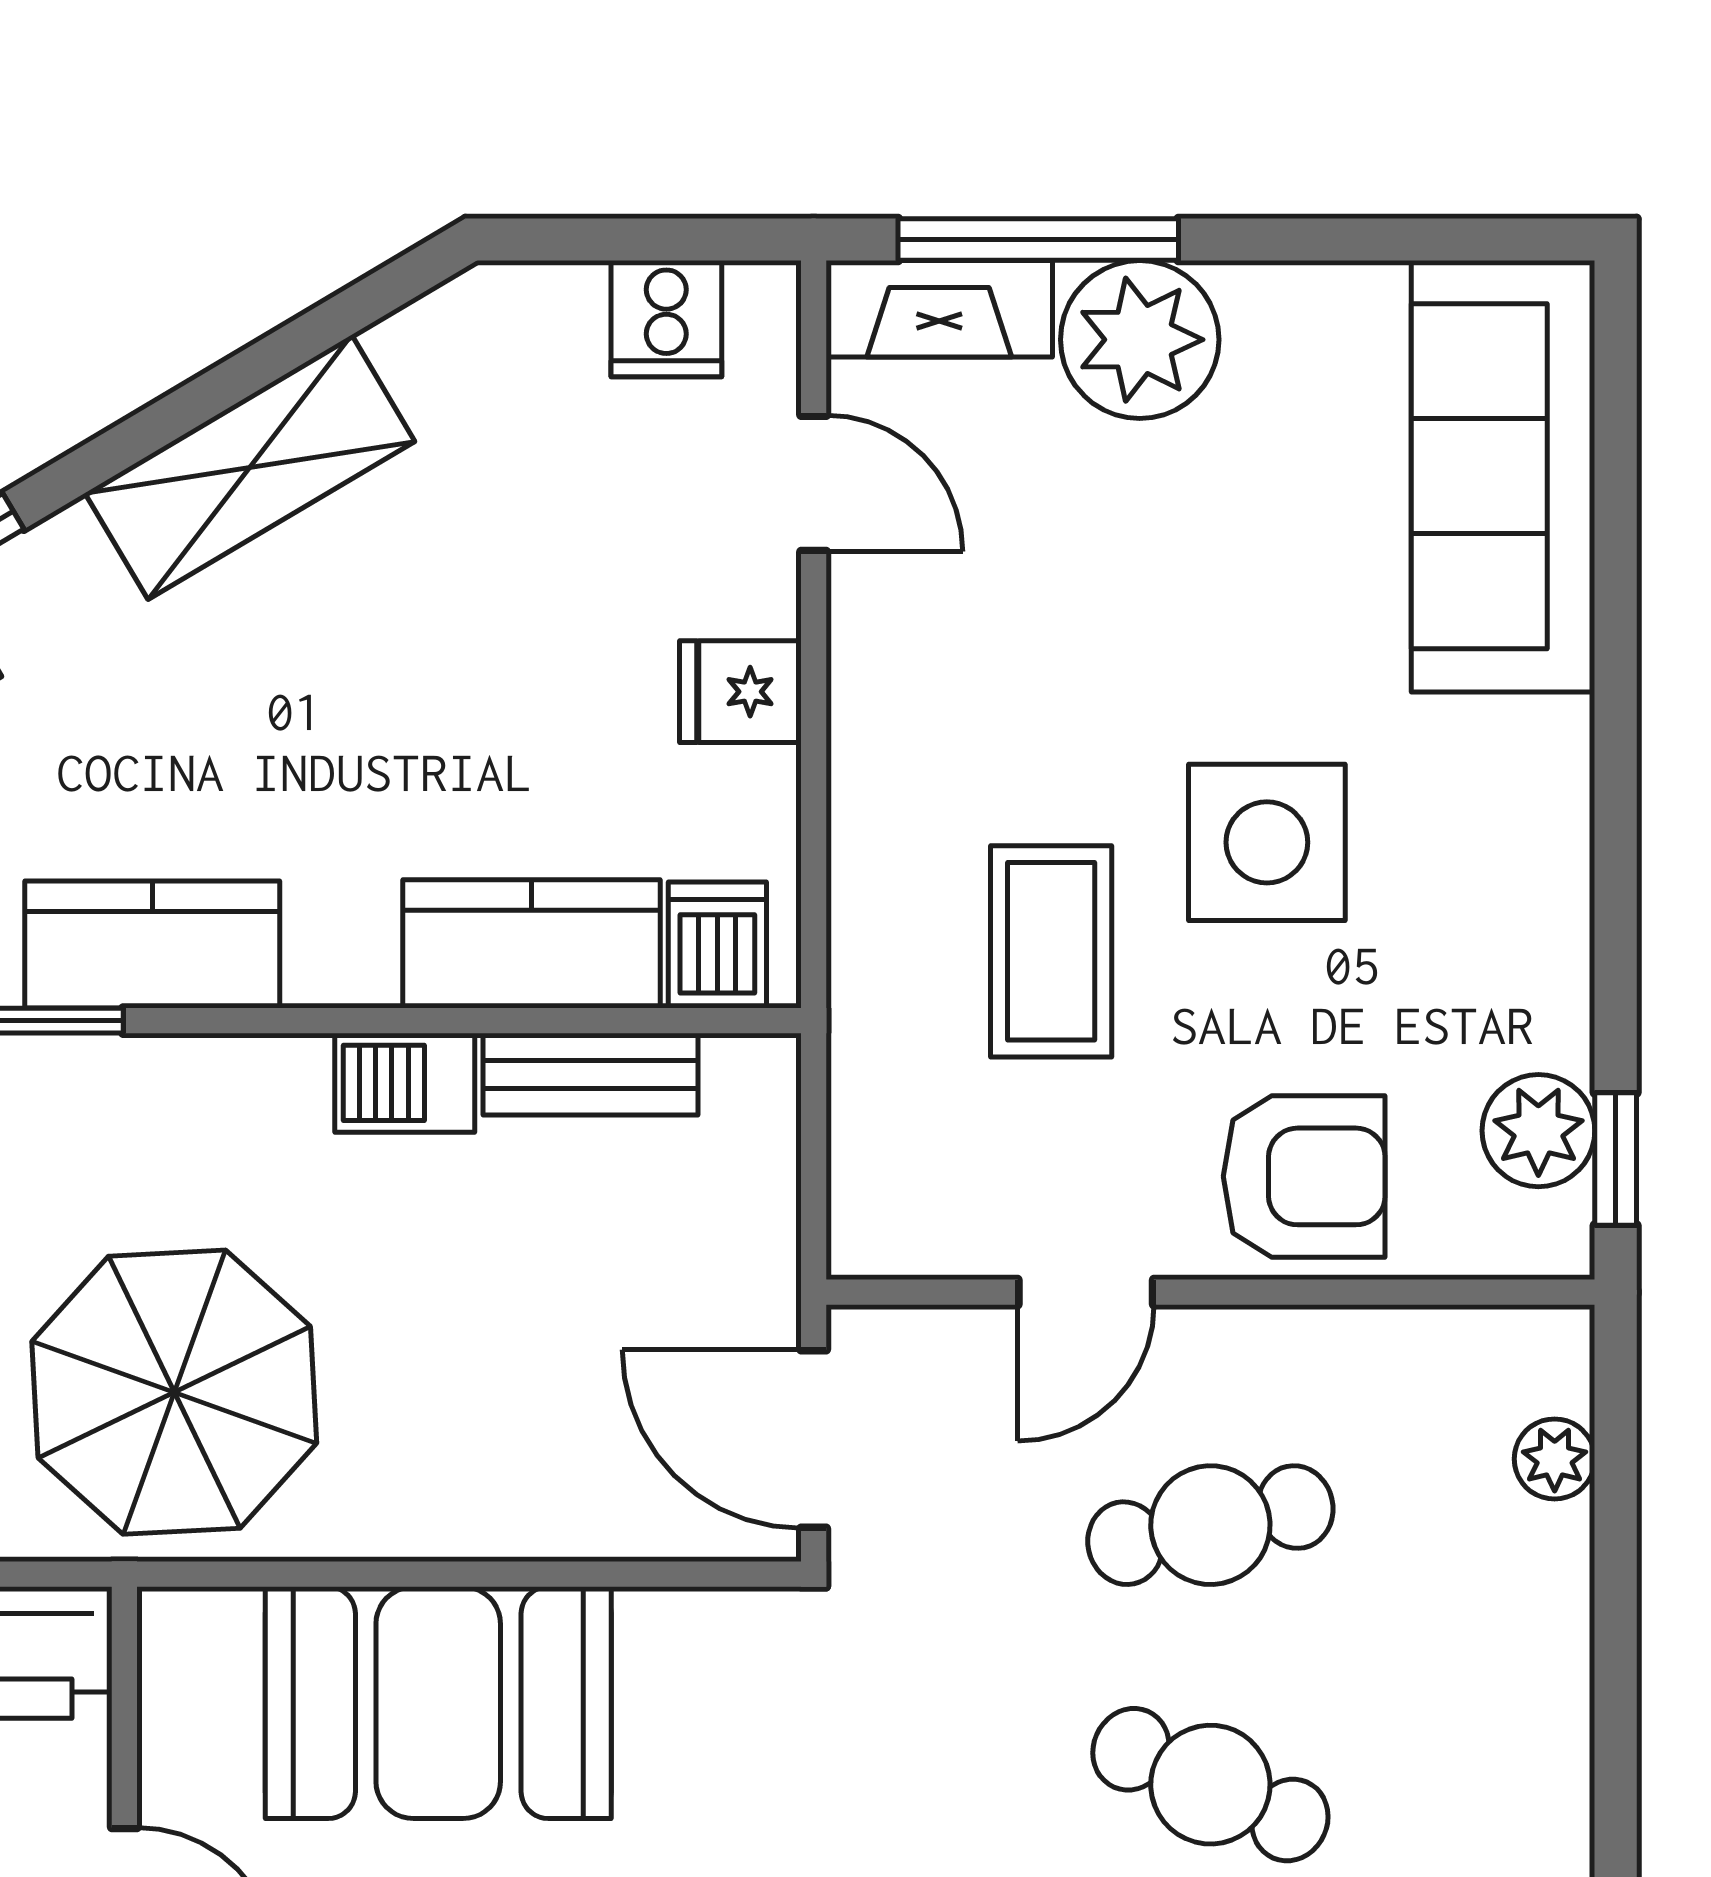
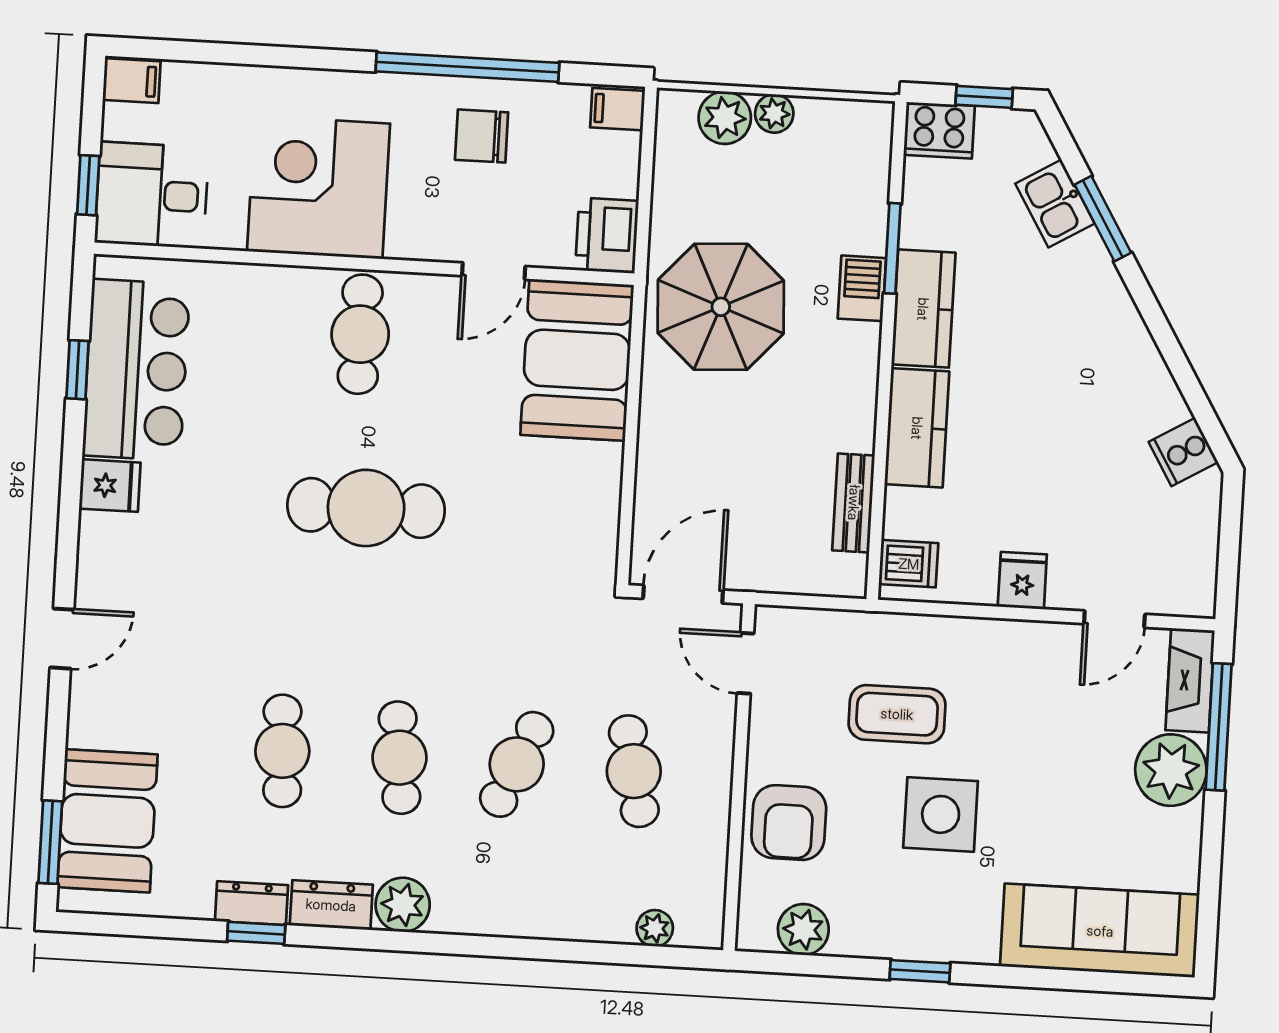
cooker: (666, 319) -> (1183, 452), moved, turned -31
shelving: (250, 467) -> (1136, 365), removed
kitchen counter: (531, 944) -> (917, 428), moved
barbecue: (405, 1083) -> (862, 288), moved
window: (1616, 1159) -> (920, 971), moved
door: (1086, 1292) -> (746, 663), moved
booth: (438, 1703) -> (577, 360), moved

